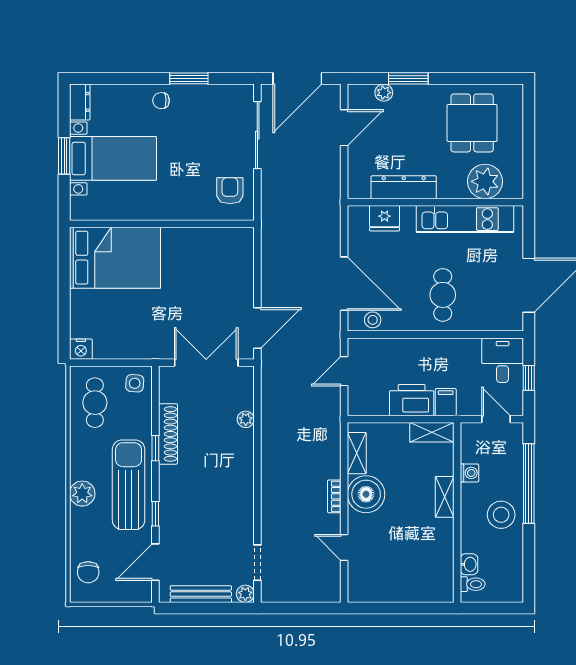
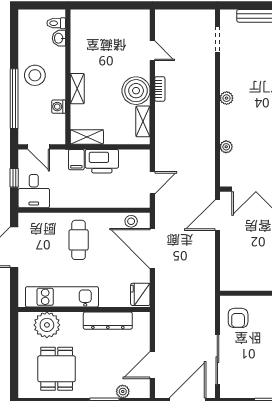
fridge: (385, 218) -> (140, 294), moved, turned -90
plant: (245, 594) -> (227, 98), moved

